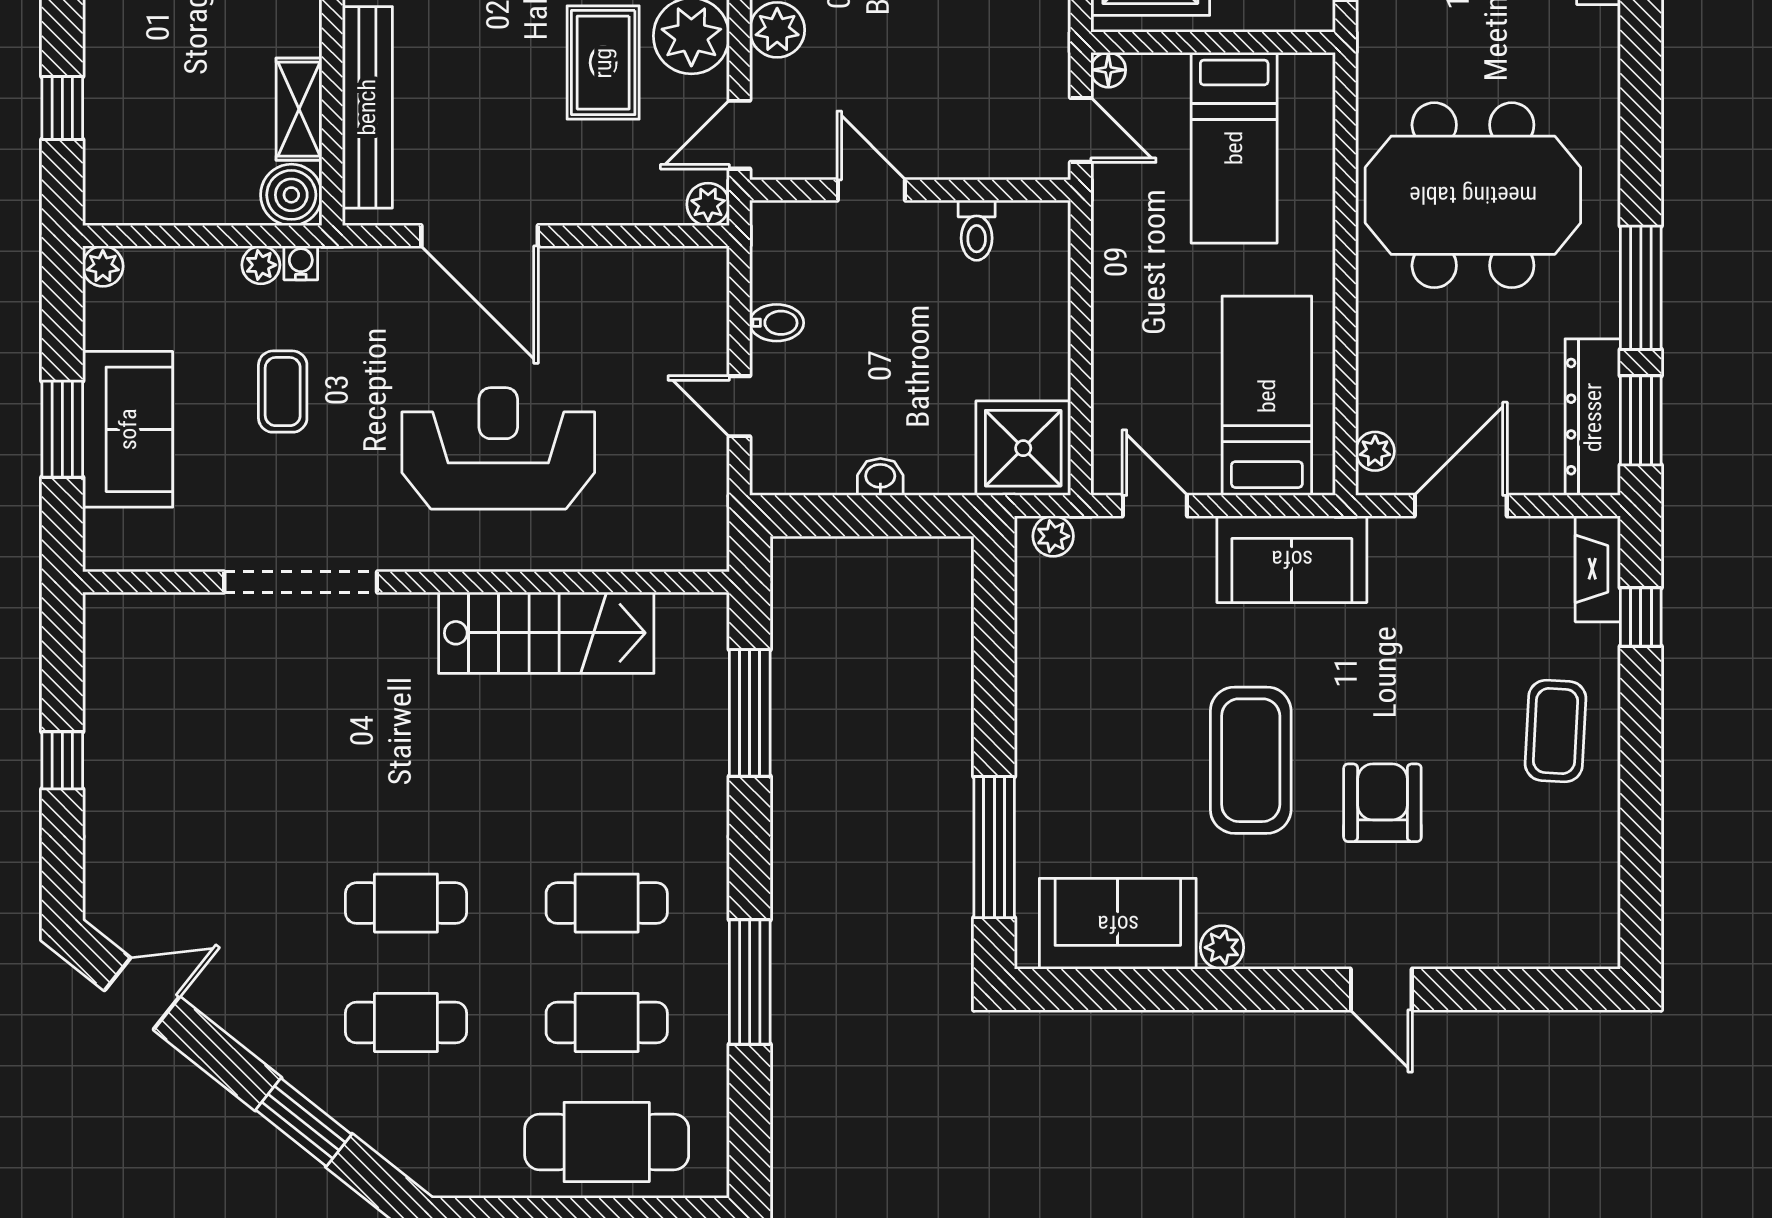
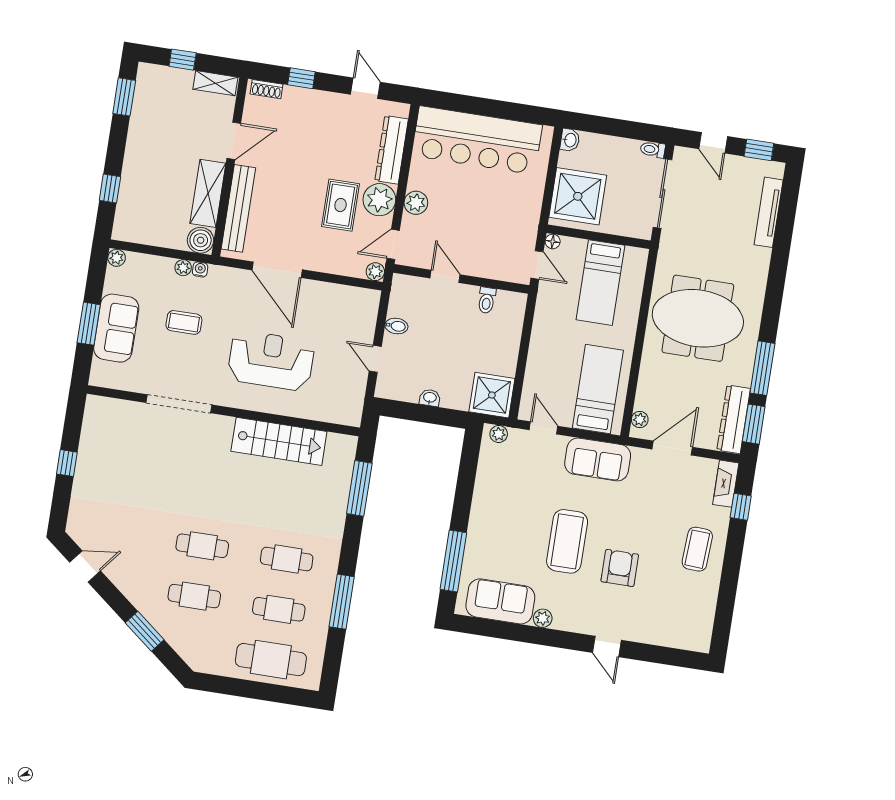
shelving: (299, 109) -> (208, 193), width x1.50, depth x1.33
coffee table: (283, 392) -> (184, 322), turned 90

